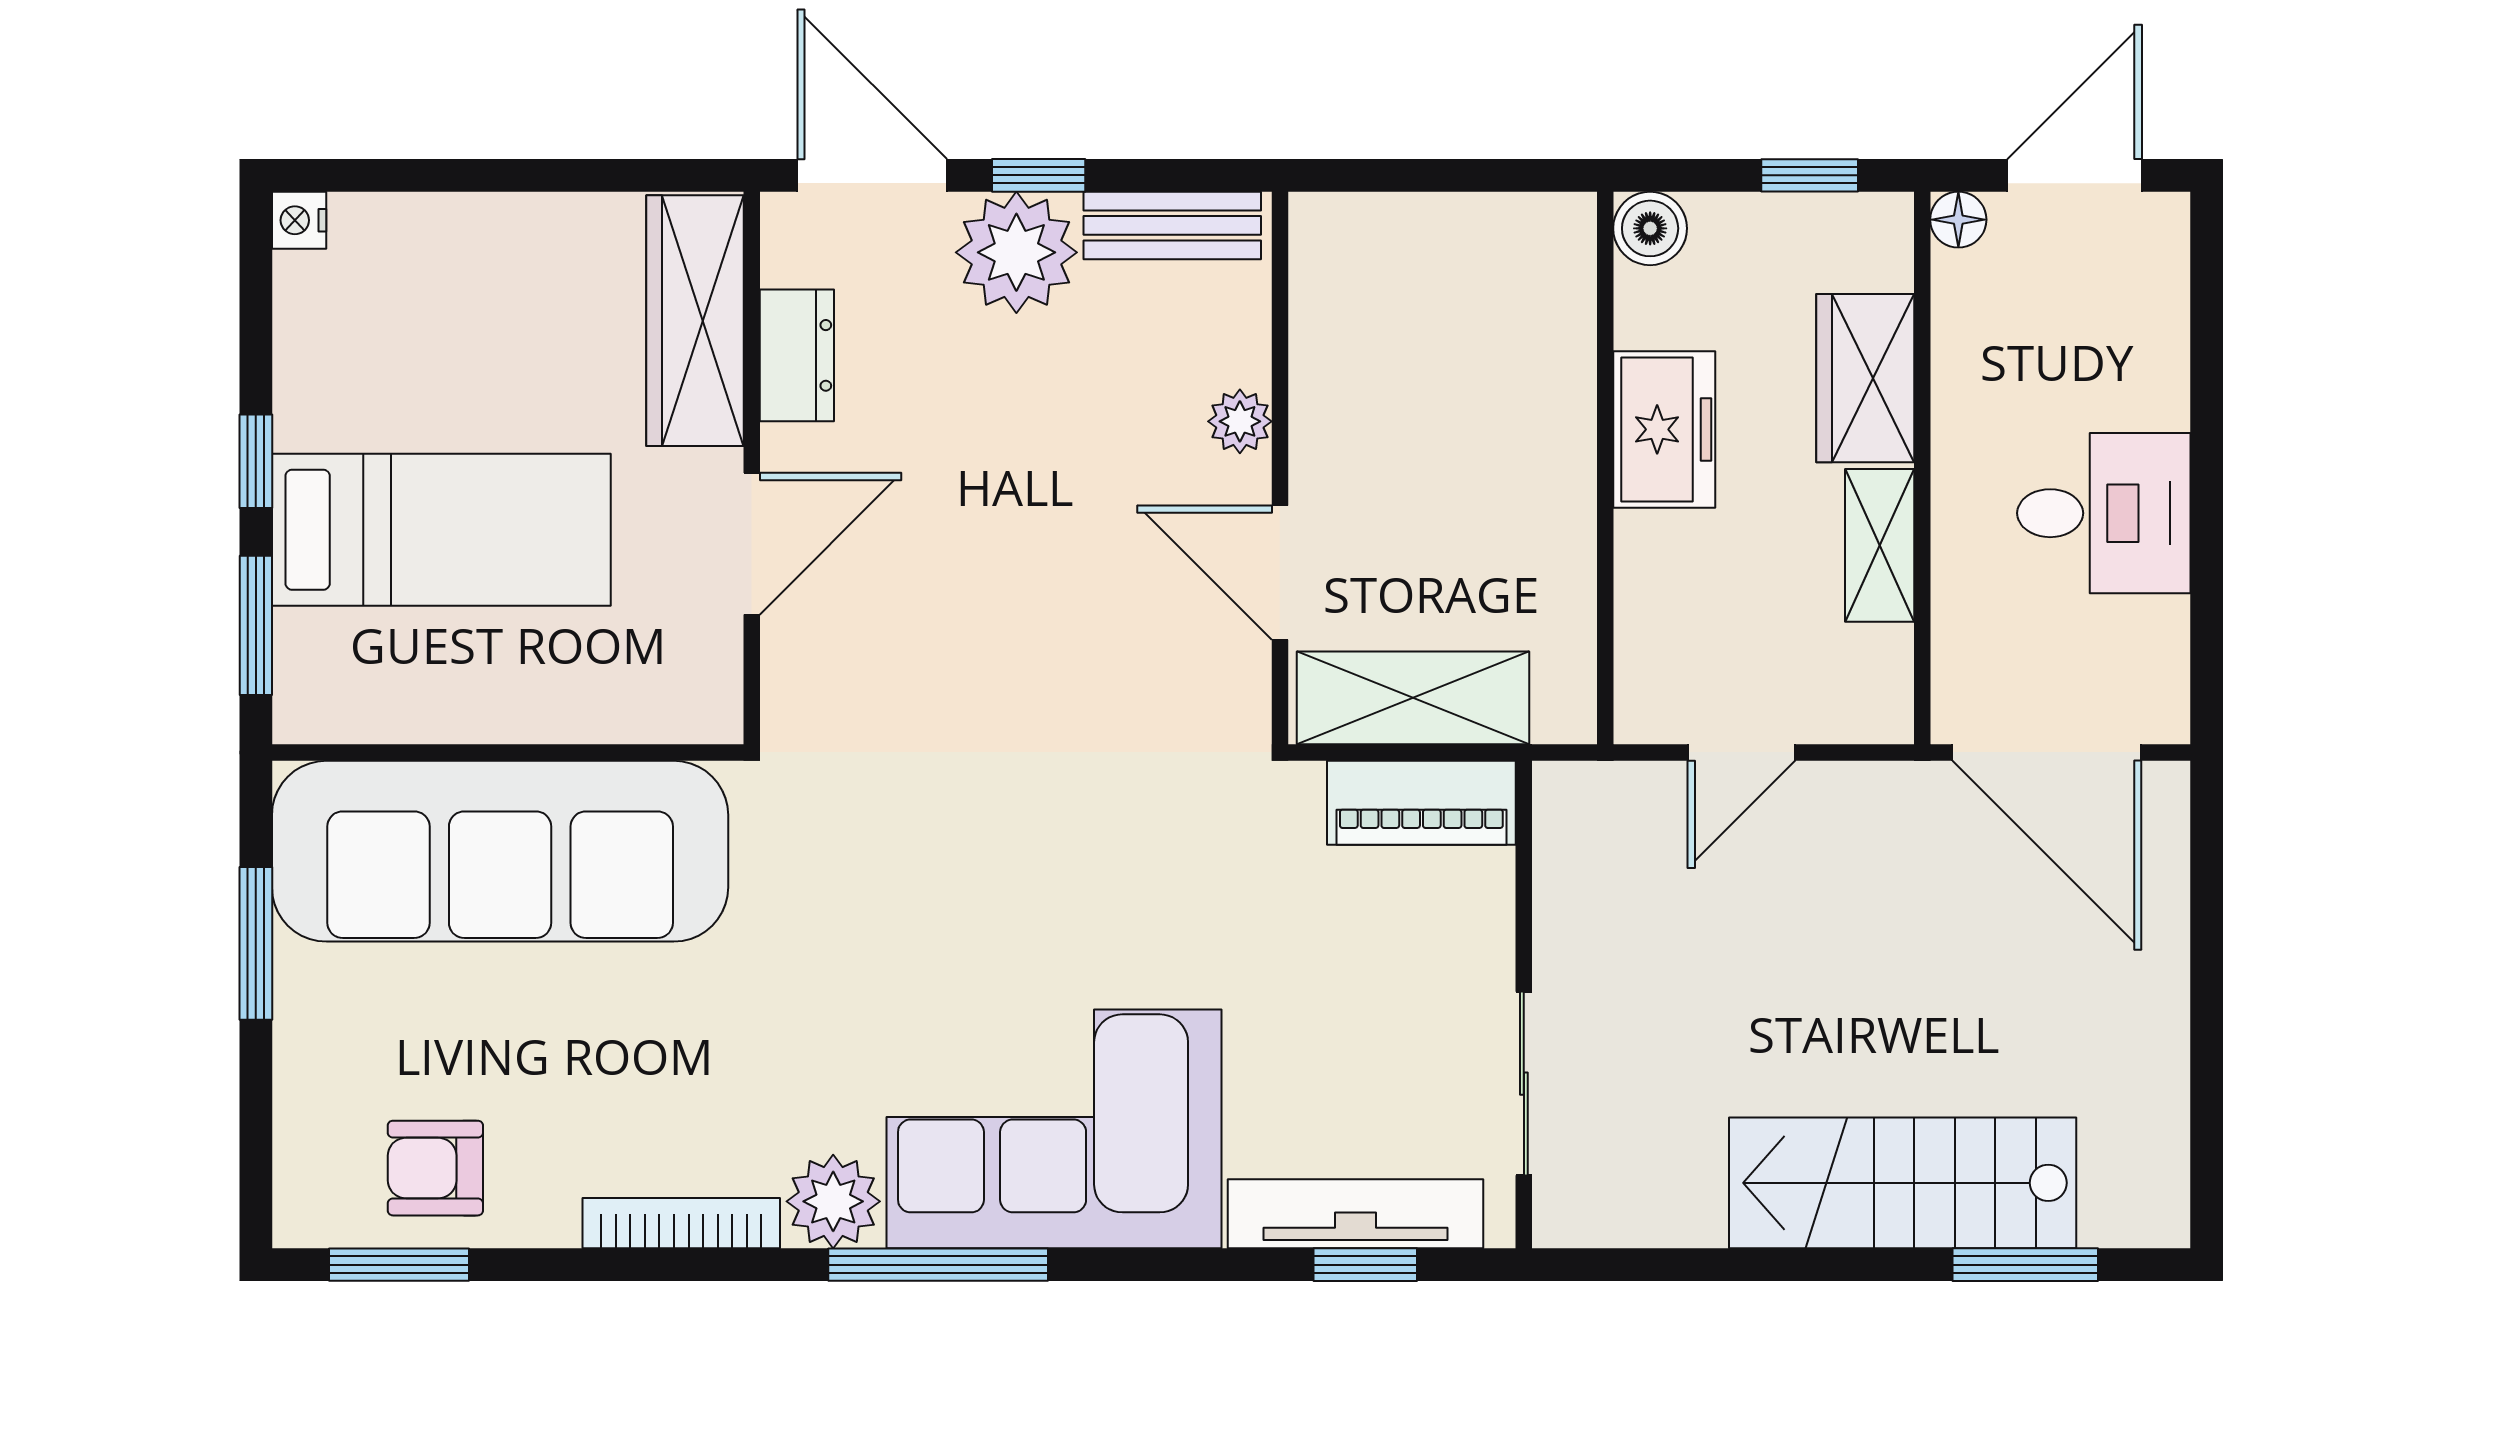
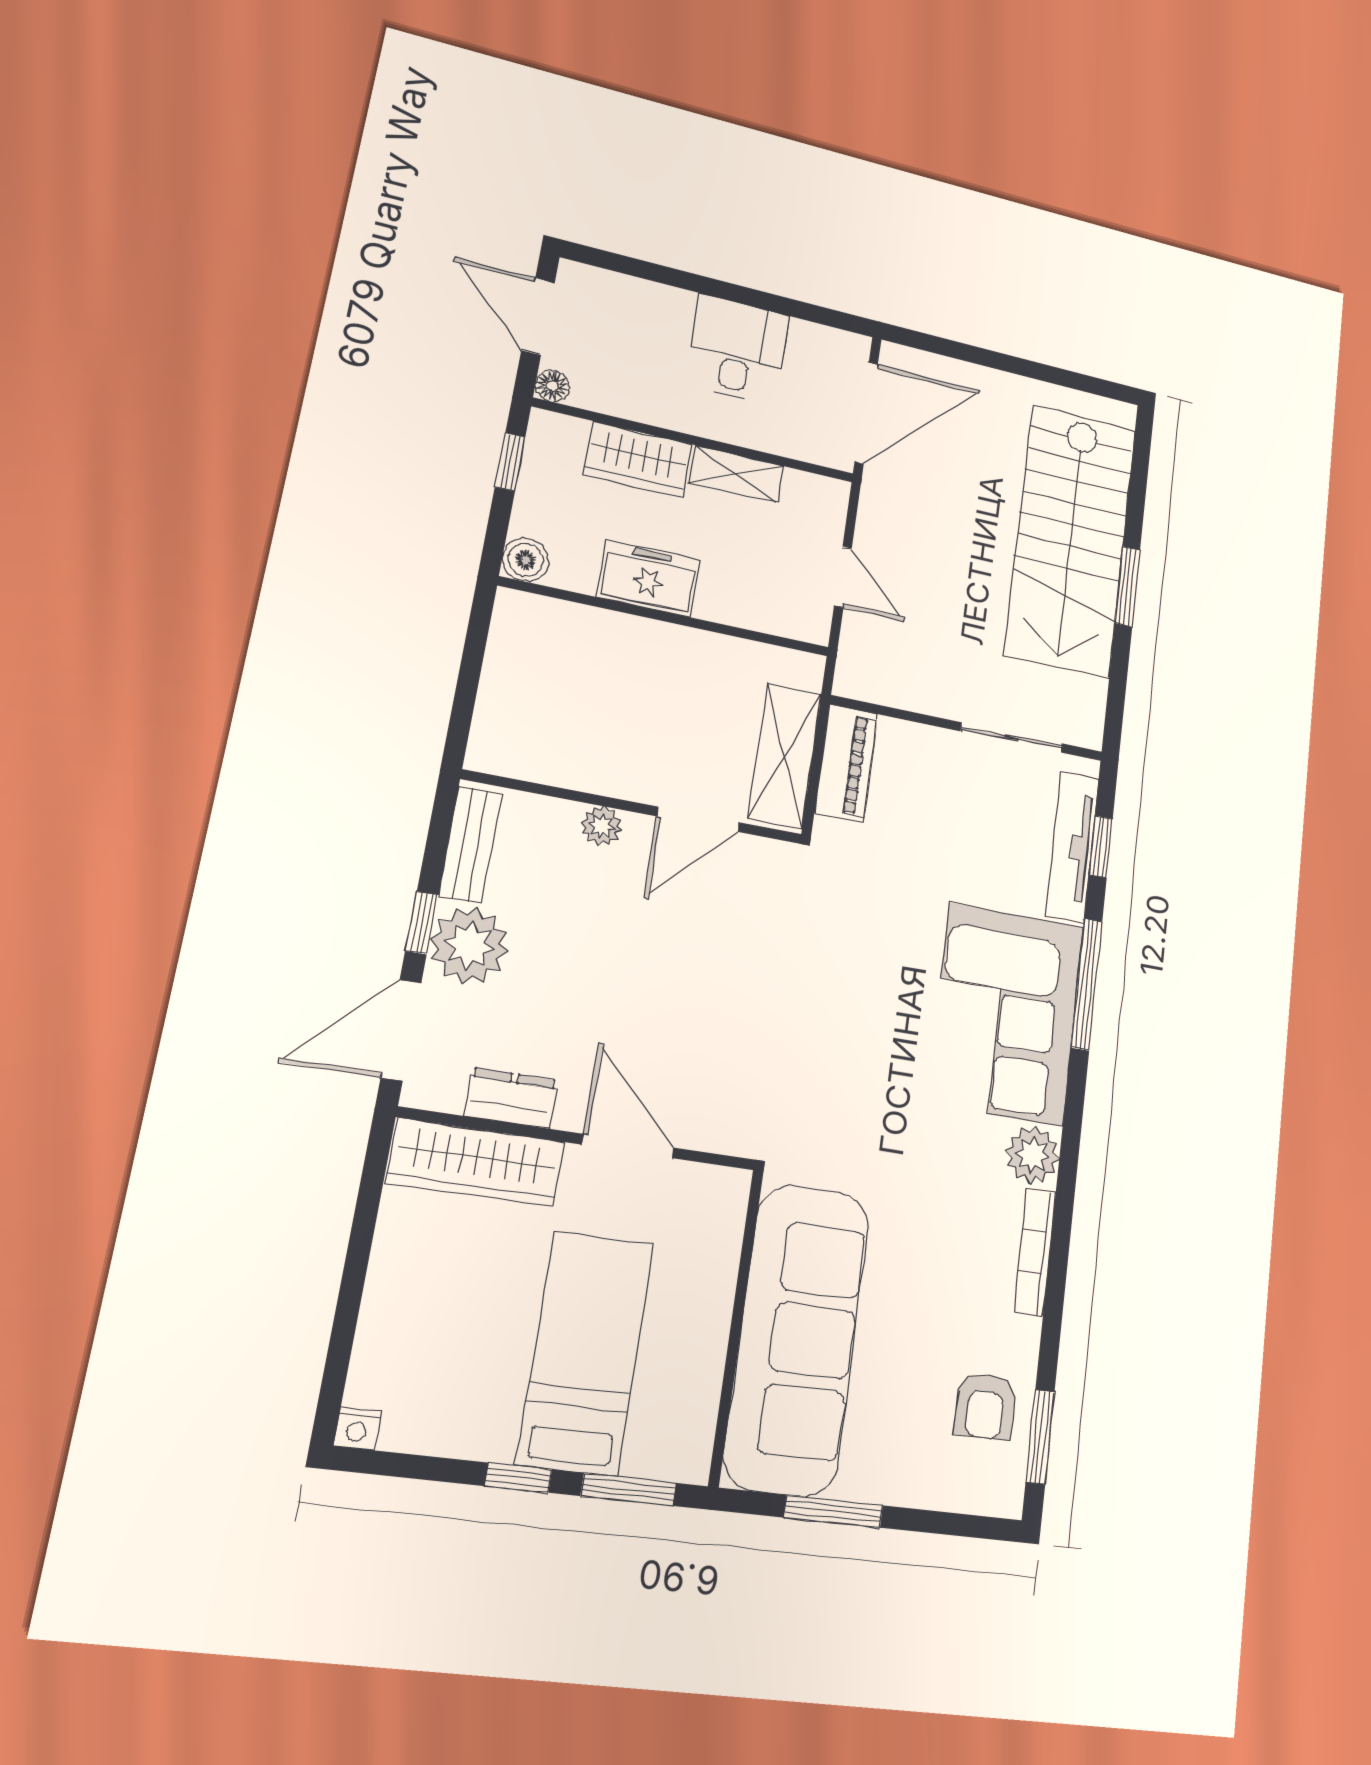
stairs: (1903, 1183) -> (1071, 540), width x1.36, depth x1.51
window: (938, 1265) -> (1087, 984), moved
window: (2025, 1265) -> (1127, 587), moved

